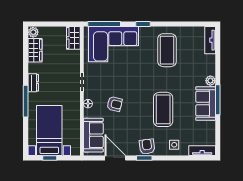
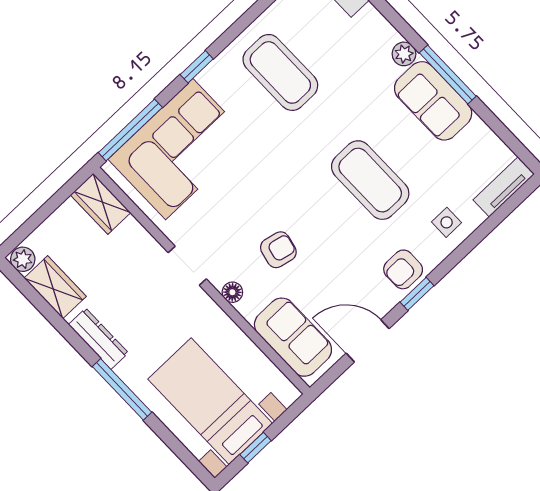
dresser: (33, 83) -> (98, 339), width x1.44
armchair: (147, 147) -> (403, 269), turned -83

